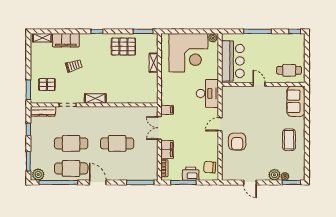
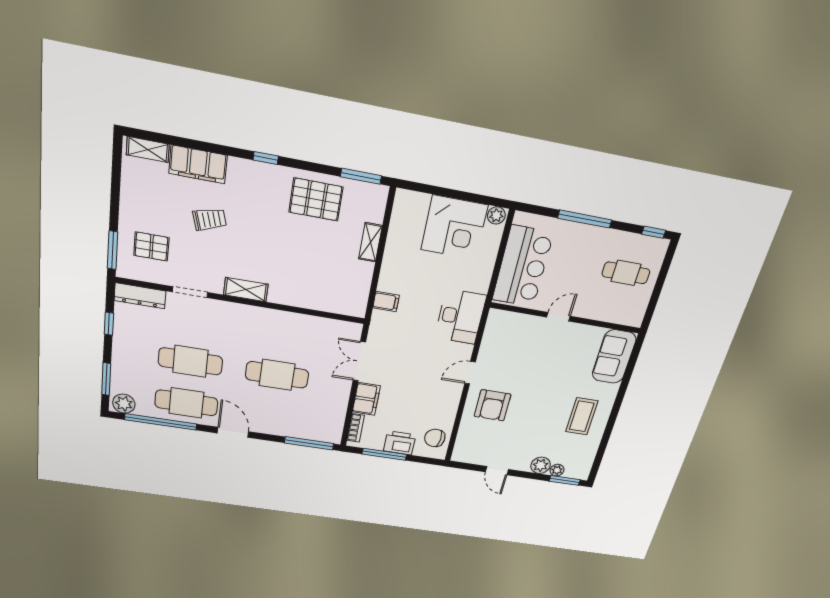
corner desk: (188, 53) -> (454, 228), width x0.74, depth x0.74
cafe table: (289, 70) -> (626, 273), moved
door: (259, 84) -> (558, 317), hinge flipped
filing cabinet: (167, 110) -> (386, 302), moved

